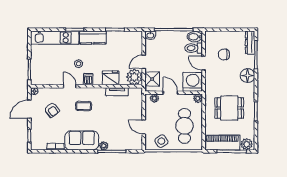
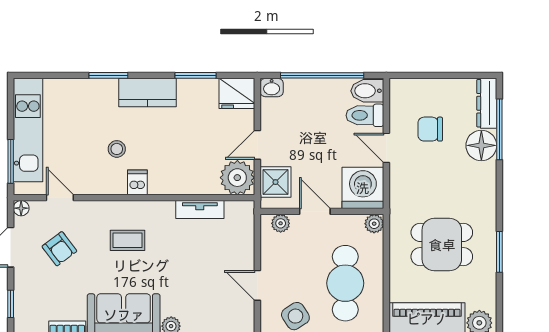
kitchen unit: (55, 38) -> (28, 130), moved, turned -90
floor lamp: (248, 76) -> (481, 145), moved
fridge: (111, 78) -> (237, 93), moved, turned 180
door: (70, 86) -> (60, 198), moved

